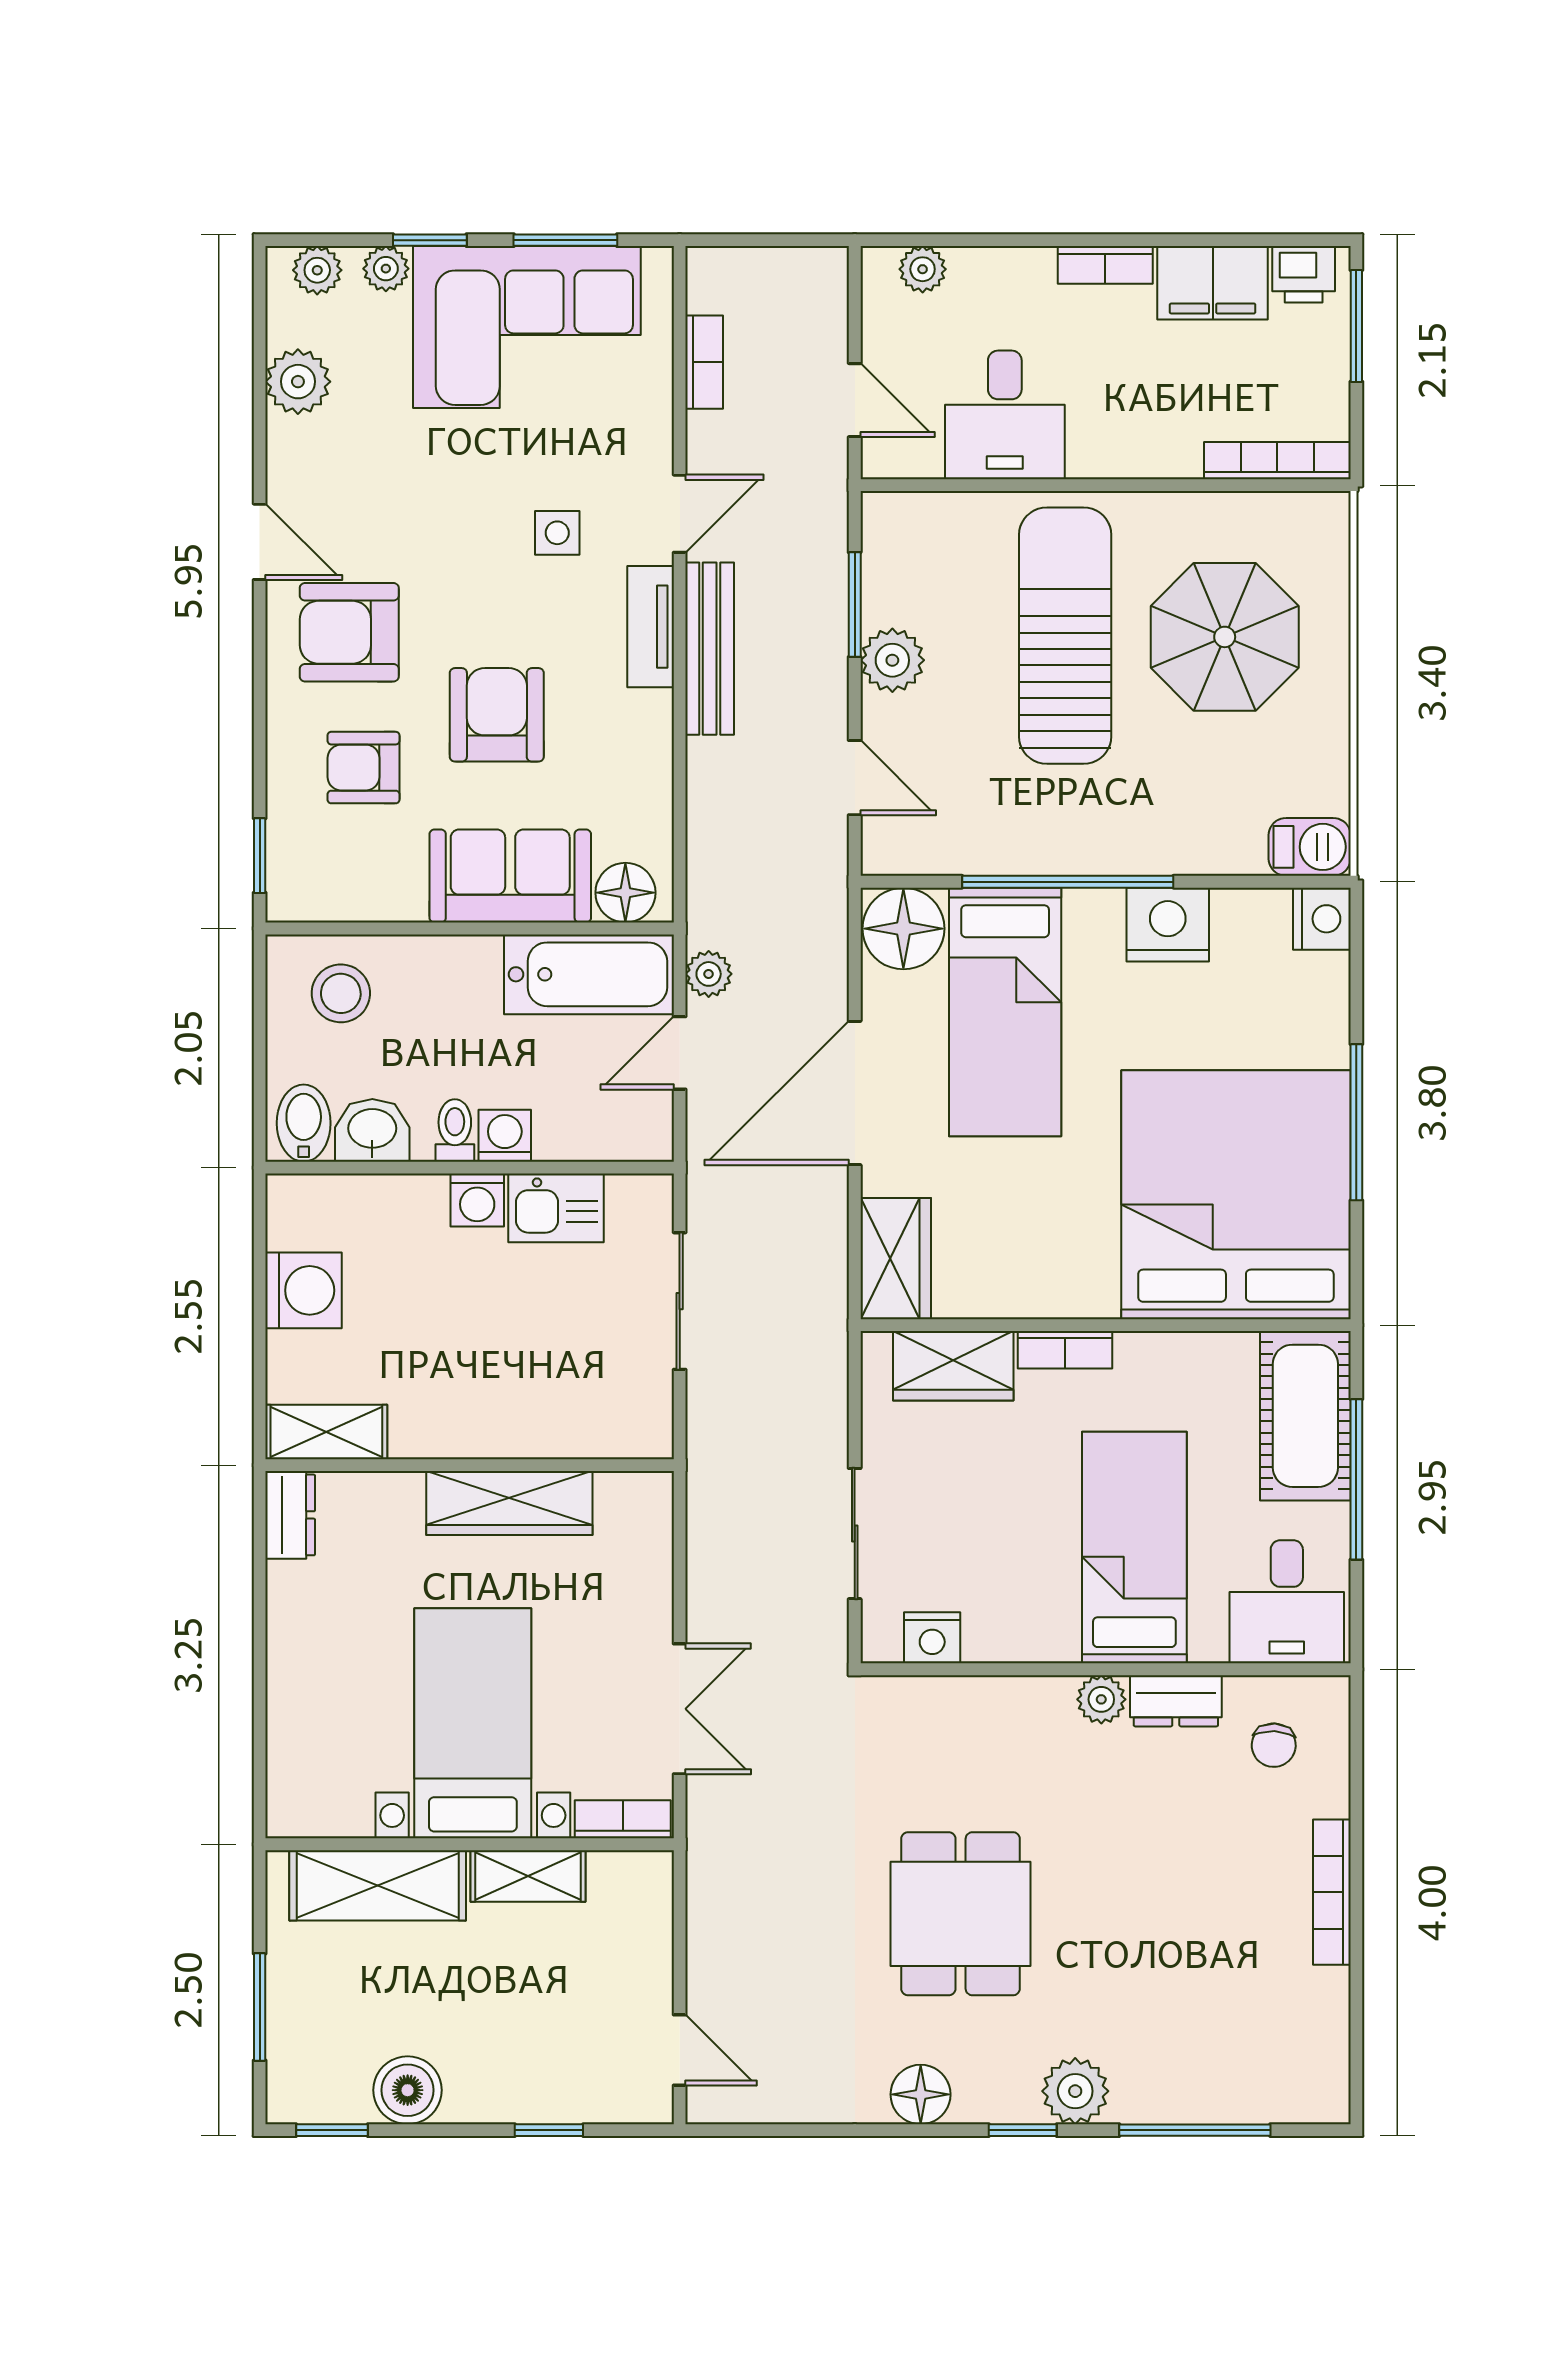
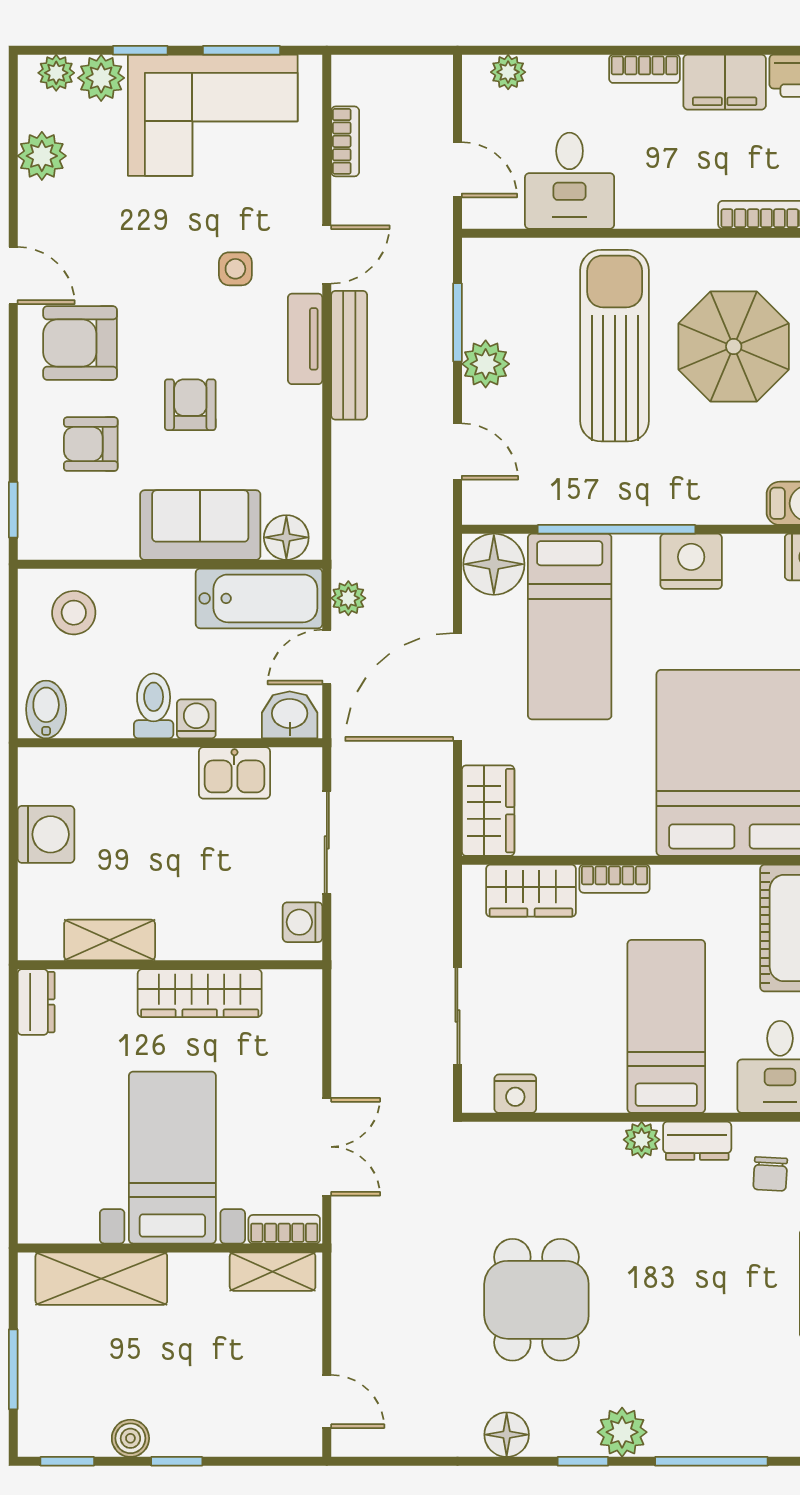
plant: (386, 269) -> (101, 78), width x1.38, depth x1.38
armchair: (497, 715) -> (190, 405), width x0.72, depth x0.72
washbasin: (372, 1130) -> (290, 715), moved
toilet: (455, 1130) -> (154, 706), width x1.37, depth x1.39
washing machine: (477, 1200) -> (303, 922), moved, turned 90
shelving: (326, 1432) -> (110, 940), moved
shelving: (528, 1876) -> (273, 1272), moved
boiler: (408, 2090) -> (130, 1438), width x0.73, depth x0.73
window: (549, 2130) -> (177, 1461), moved

